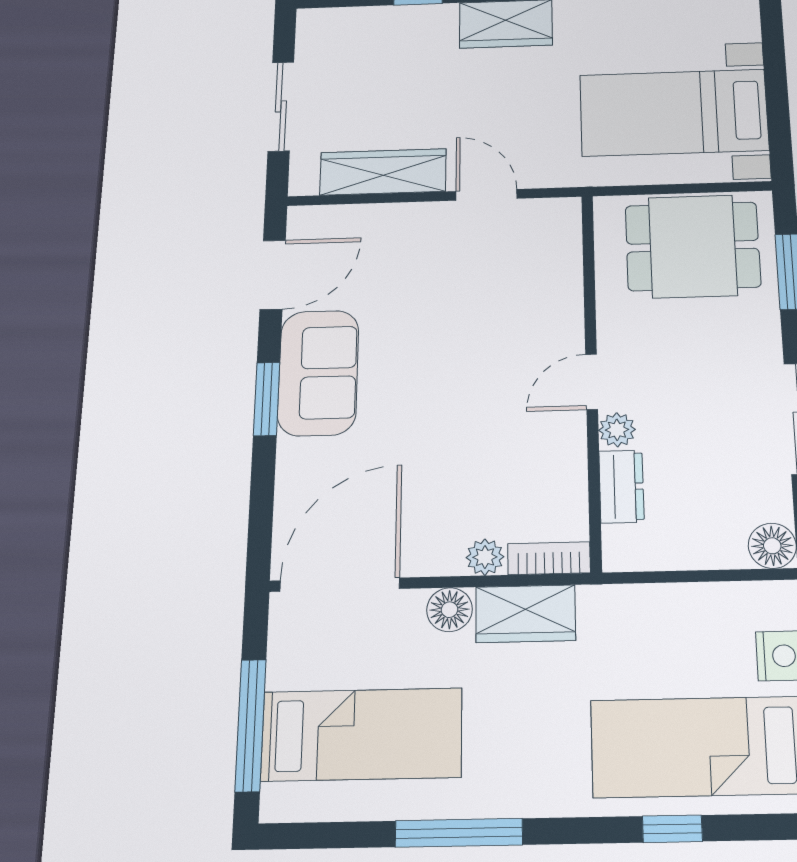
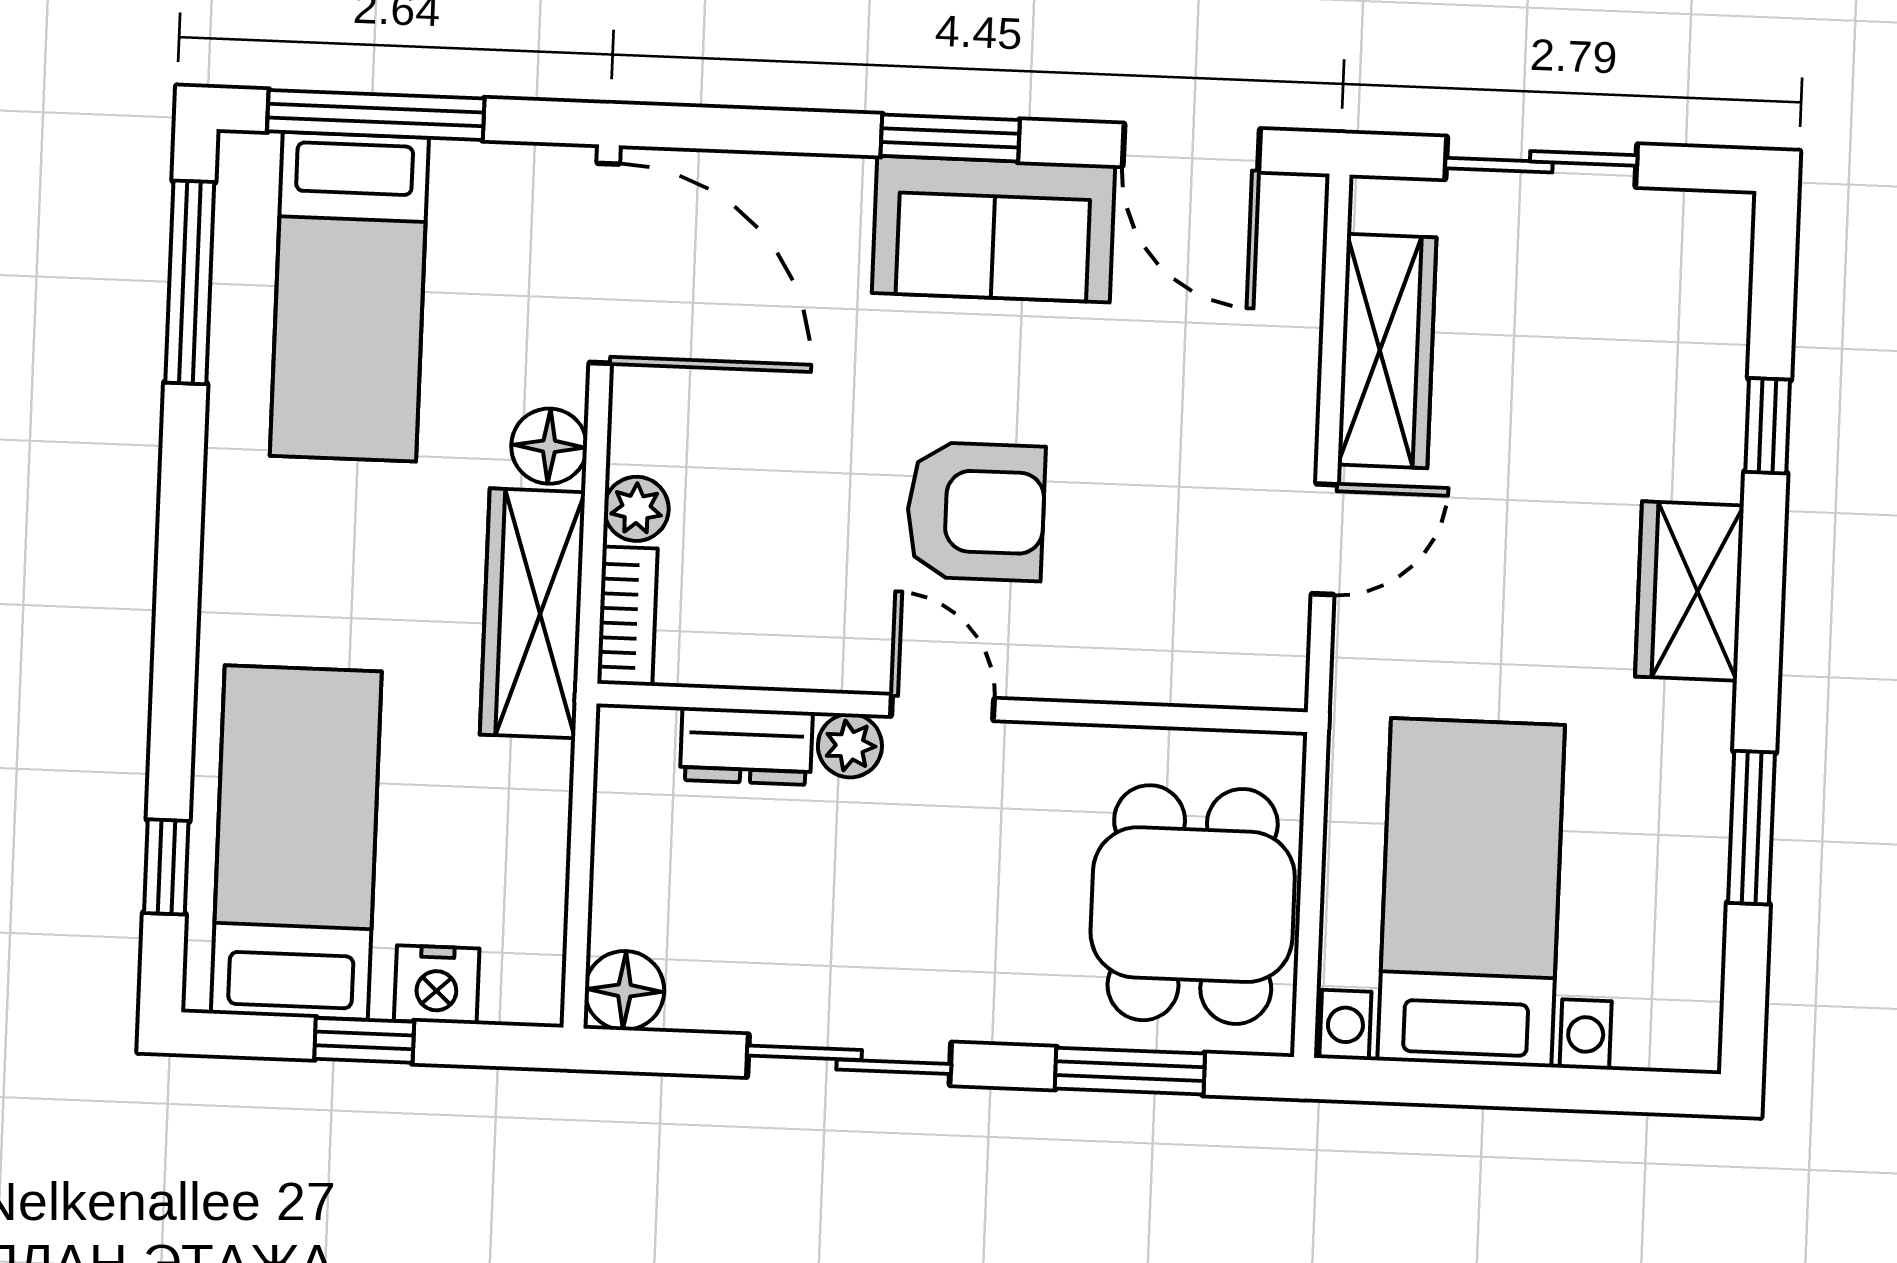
armchair: (479, 372) -> (976, 511), added
wardrobe: (526, 614) -> (532, 613), width x1.50
window: (672, 829) -> (166, 867), moved
window: (459, 833) -> (190, 282), moved

